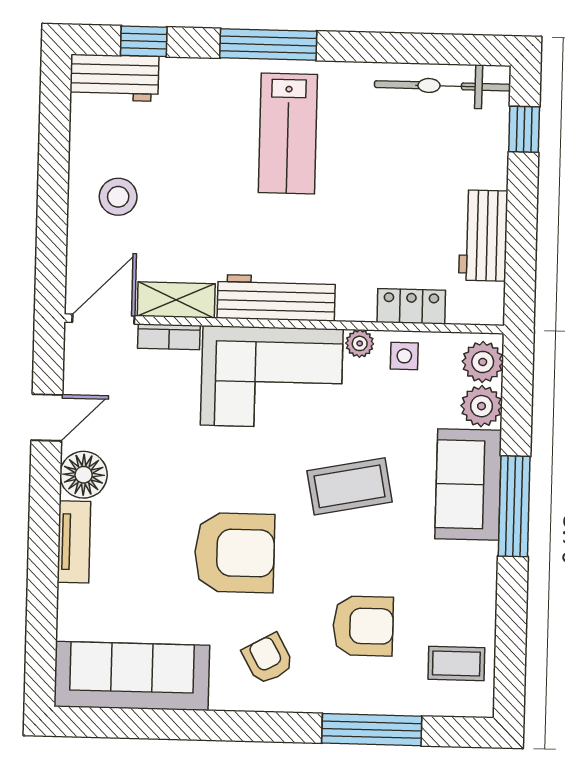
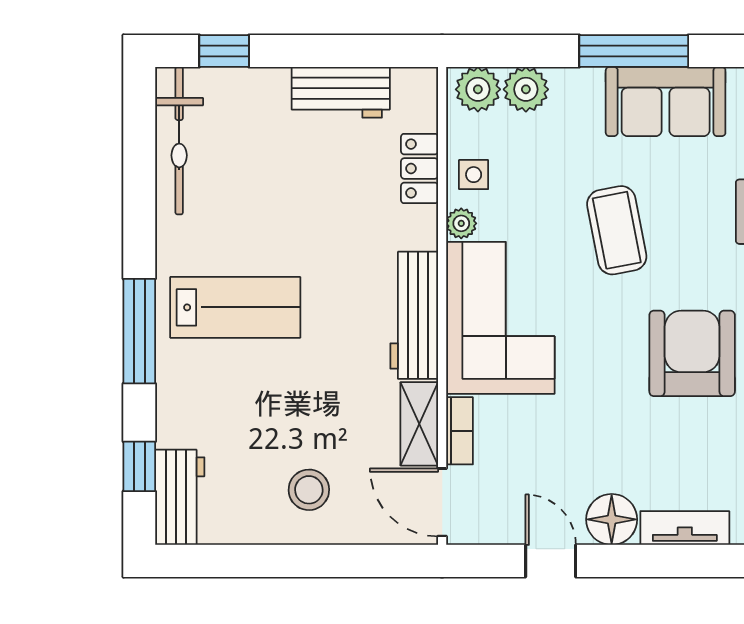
sofa: (468, 484) -> (666, 102), moved

